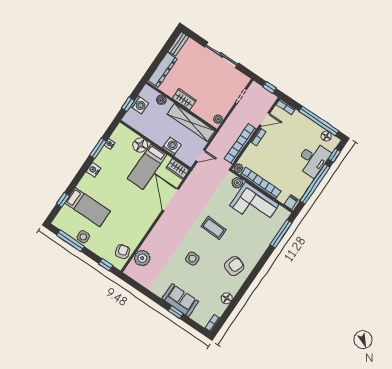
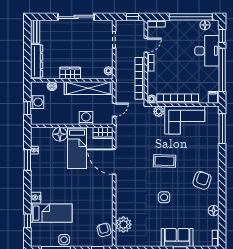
nightstand: (93, 170) -> (36, 198), moved

